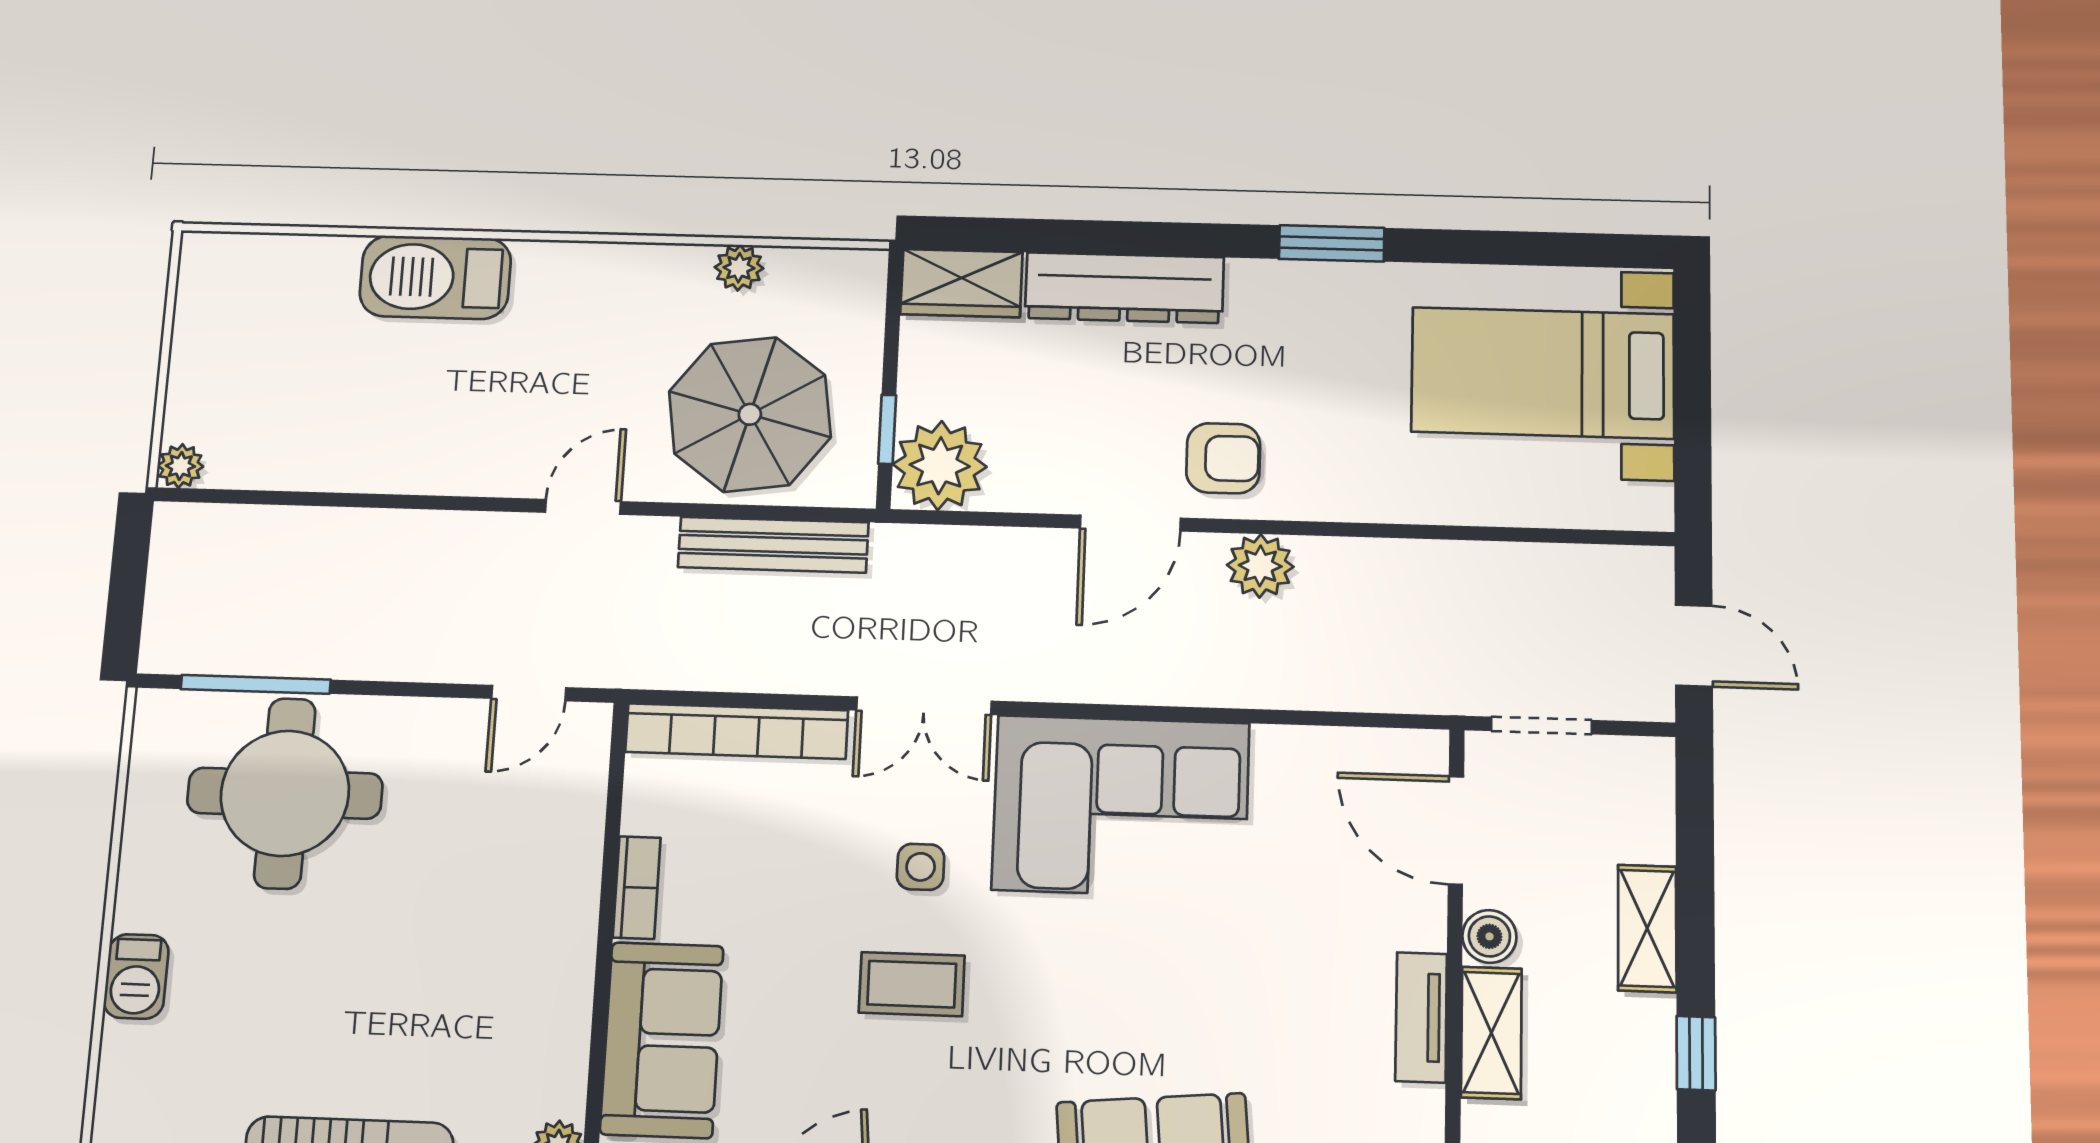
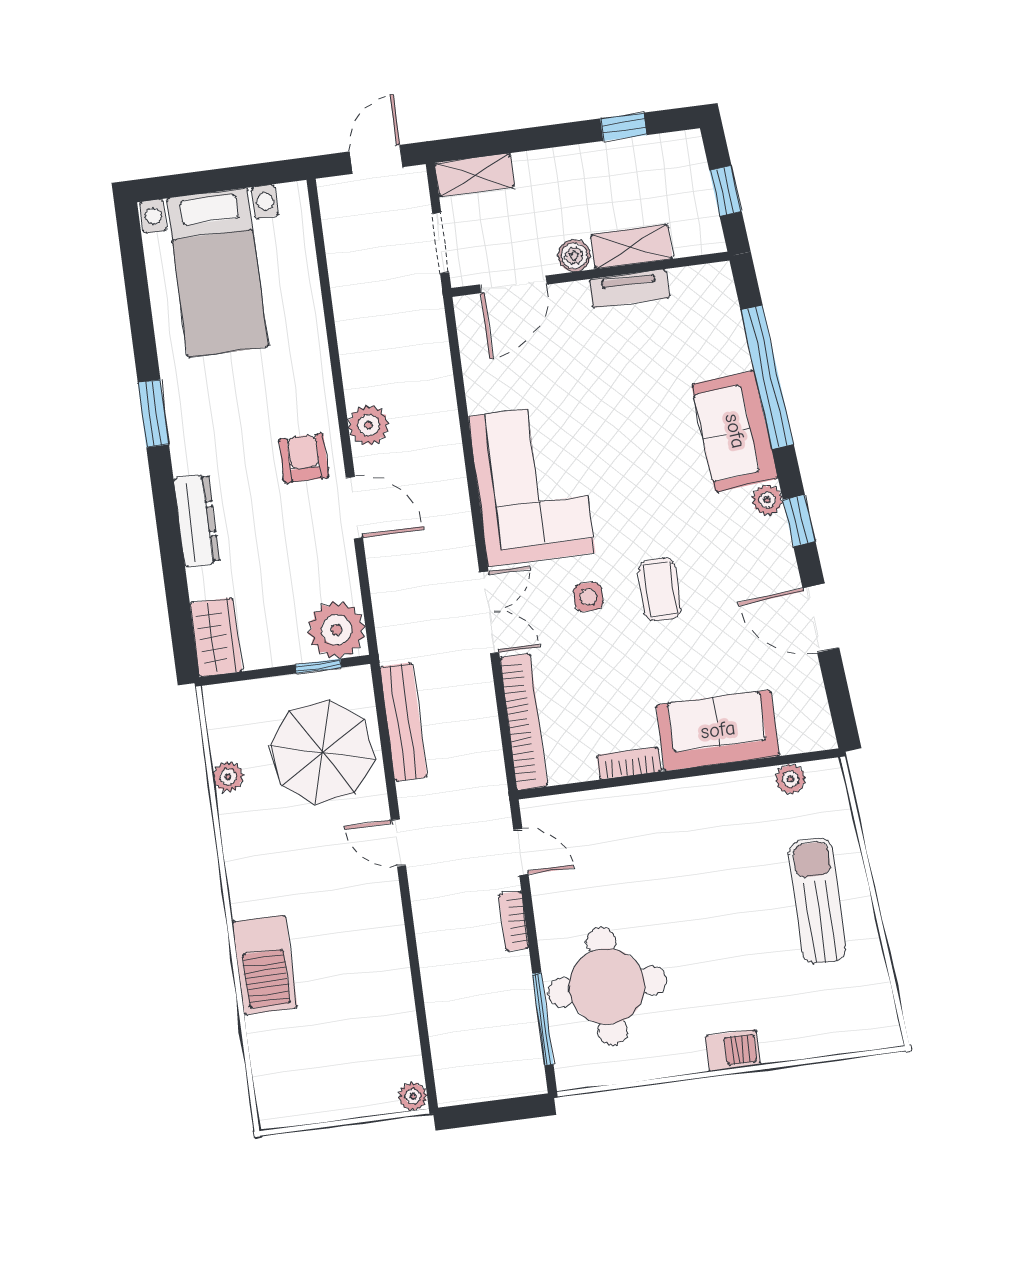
dresser: (1124, 288) -> (197, 521), width x0.73, depth x0.80
bookcase: (421, 664) -> (514, 921), added
shelving: (1647, 928) -> (475, 175), moved

